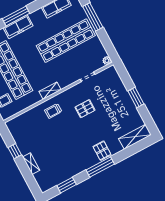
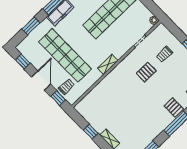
trolley: (53, 111) -> (165, 54), moved

